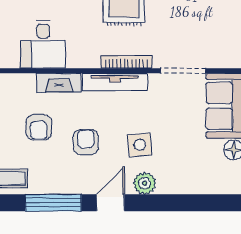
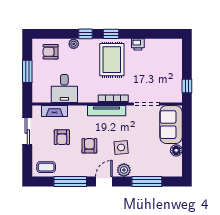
fireplace: (59, 83) -> (54, 111), moved
window: (184, 203) -> (147, 181), added

